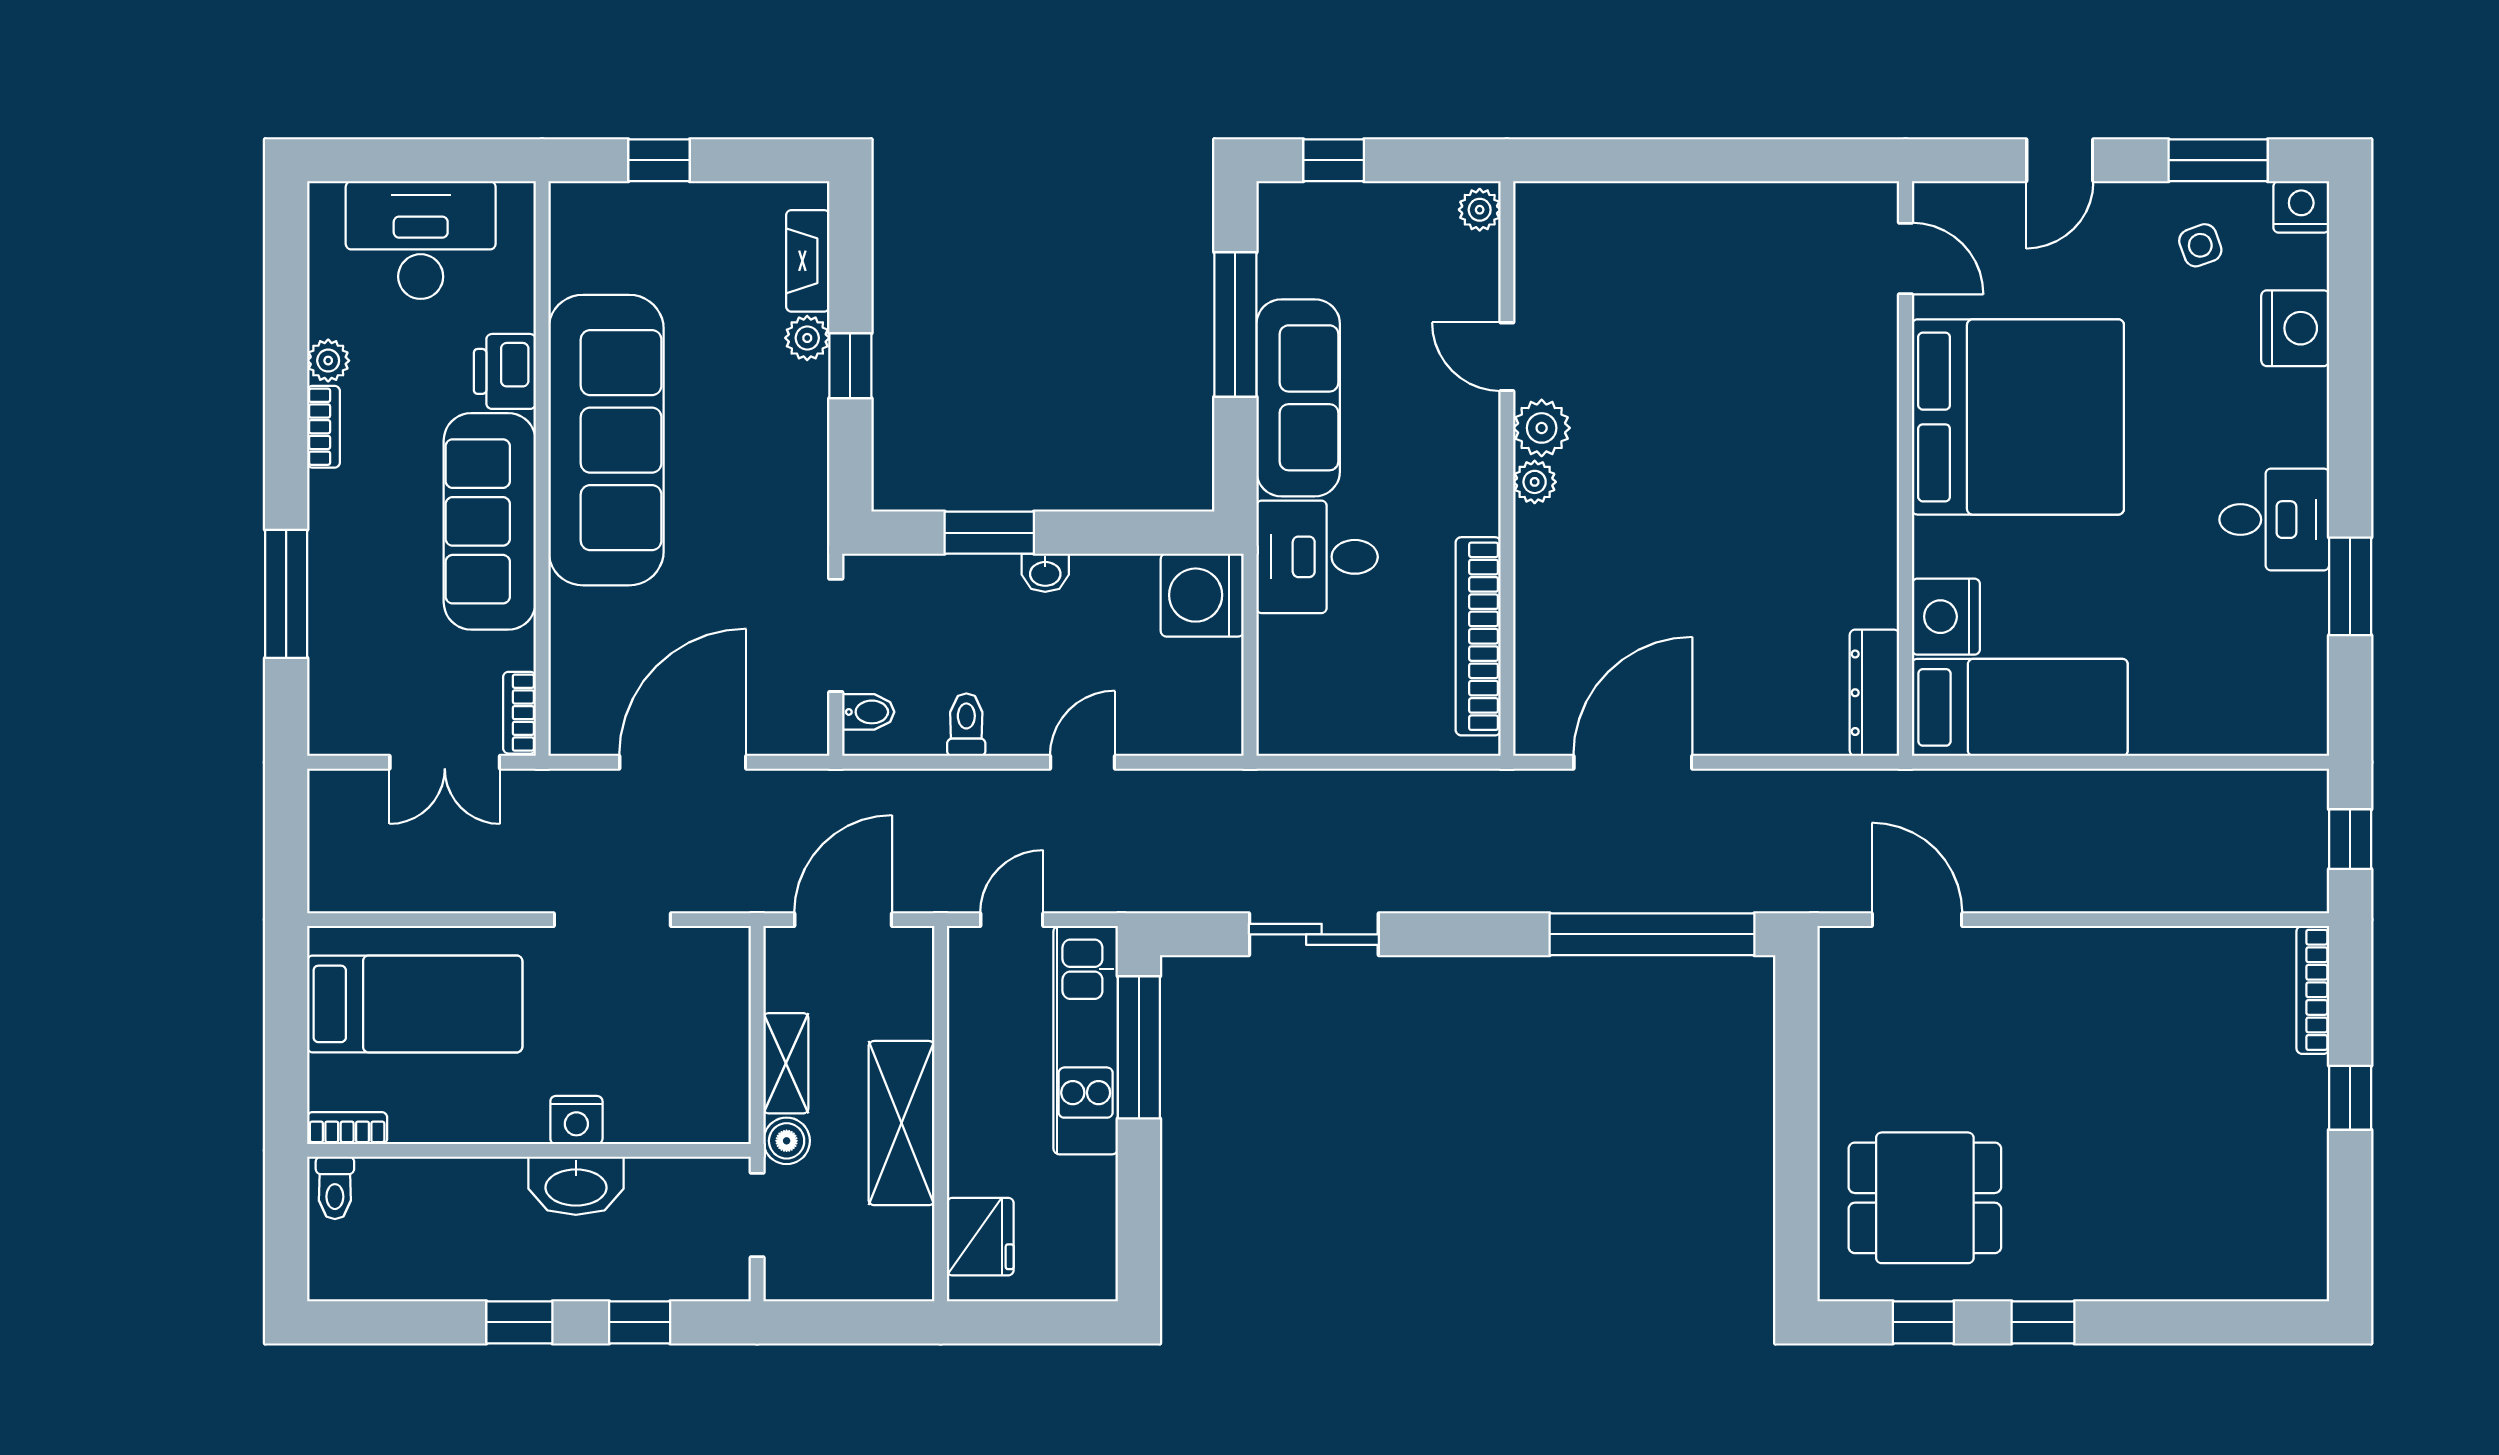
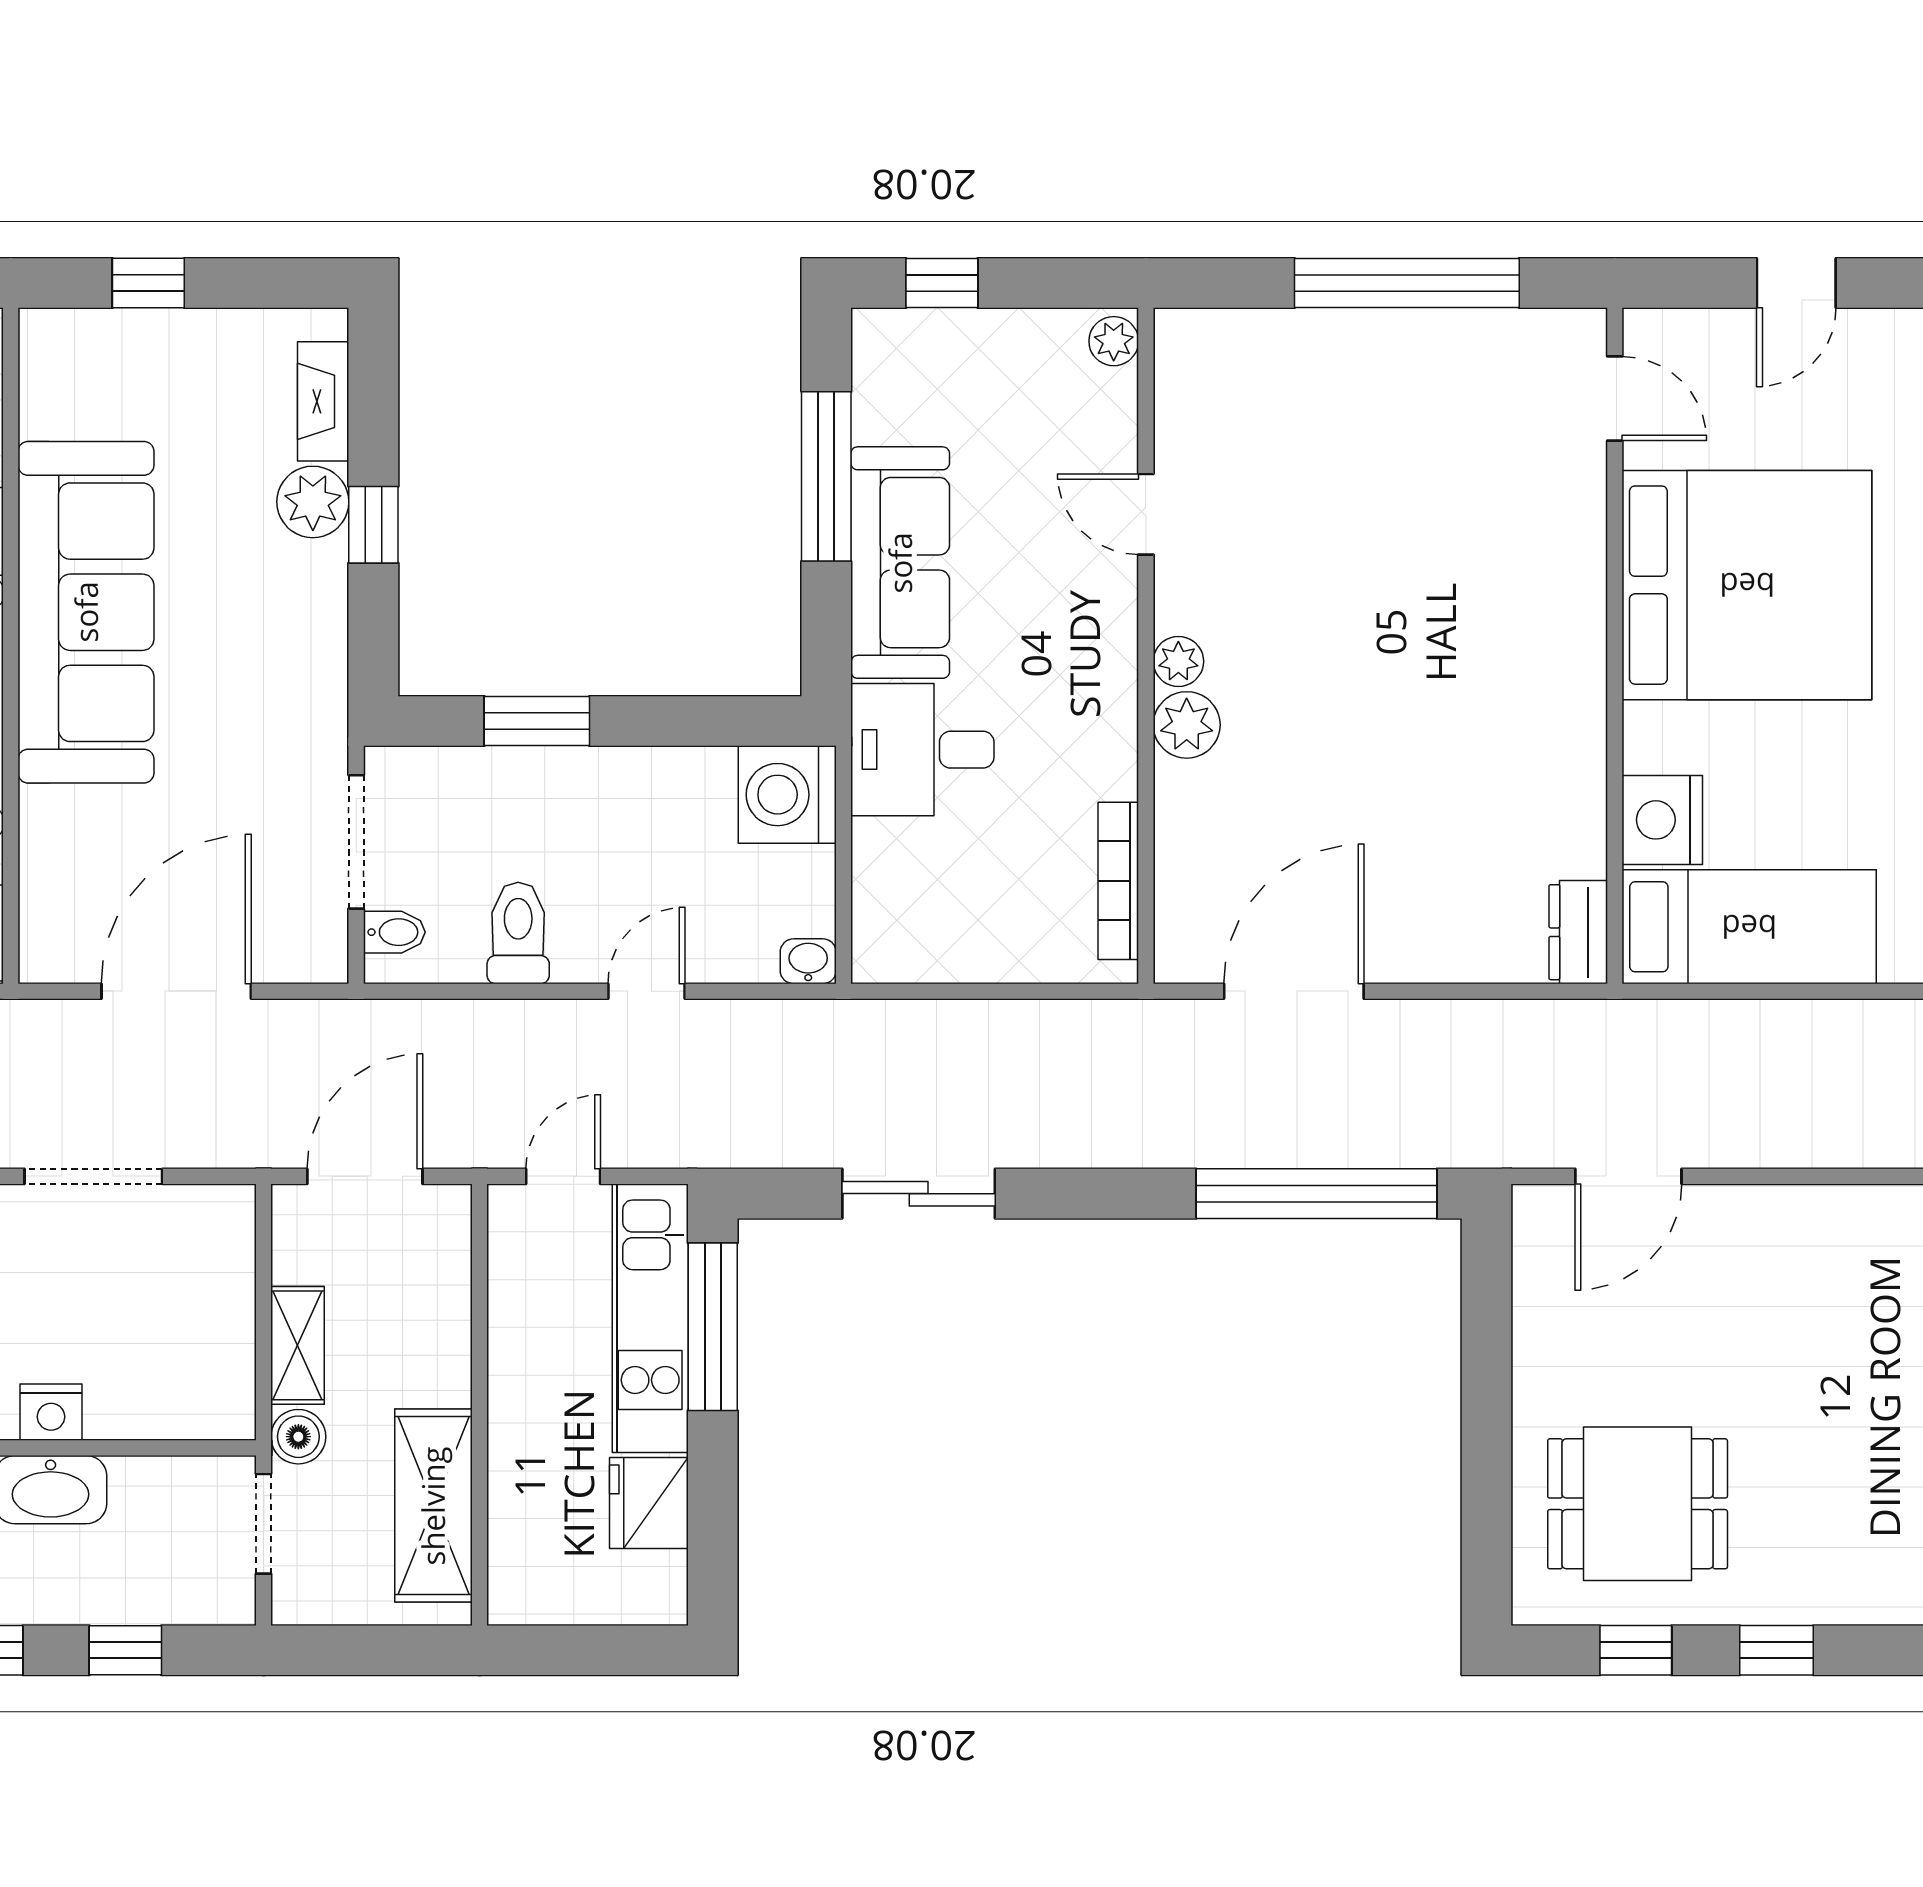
window: (1729, 160) -> (1407, 283), added
plant: (807, 338) -> (313, 502), width x1.38, depth x1.38
plant: (1542, 428) -> (1187, 725), moved
washbasin: (1045, 573) -> (808, 961), moved, turned 180
bookcase: (1478, 636) -> (1118, 881), width x0.68, depth x0.76
dresser: (1874, 693) -> (1578, 932), width x0.70
toilet: (966, 725) -> (518, 933), width x1.37, depth x1.39
door: (1917, 920) -> (1628, 1176), swing flipped
shelving: (901, 1123) -> (433, 1506), moved
fridge: (980, 1237) -> (649, 1503), moved, turned 180

